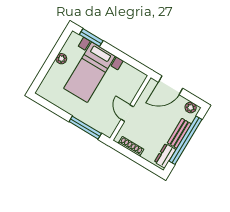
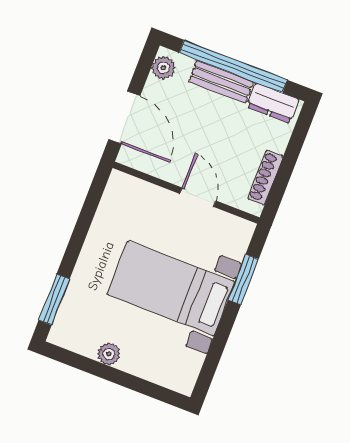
bed with nightstands: (89, 72) -> (171, 288), moved, turned 180
door: (127, 113) -> (198, 197), swing flipped
window: (85, 128) -> (243, 280), width x0.69

